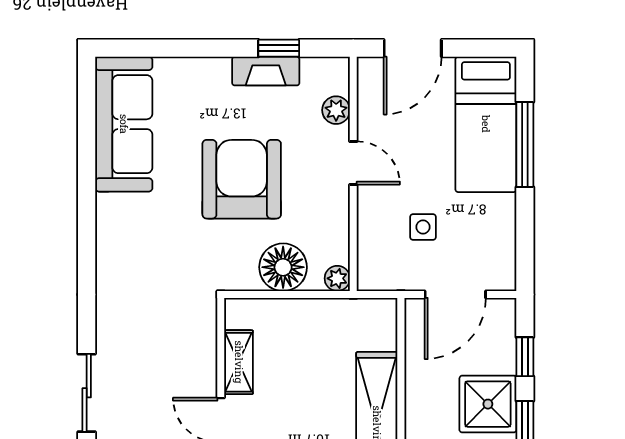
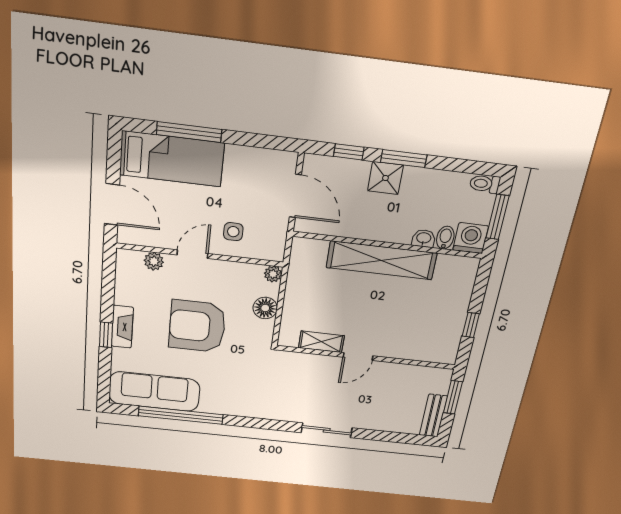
window: (279, 48) -> (106, 335), moved
fireplace: (266, 71) -> (122, 327), moved
window: (87, 167) -> (181, 415), added
side table: (423, 227) -> (233, 232), moved
floor lamp: (283, 267) -> (265, 308), width x0.73, depth x0.73
shower: (488, 404) -> (385, 178), width x0.73, depth x0.73

